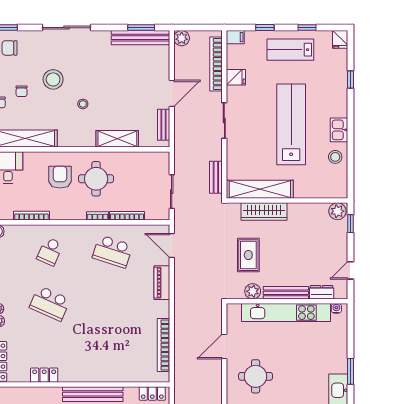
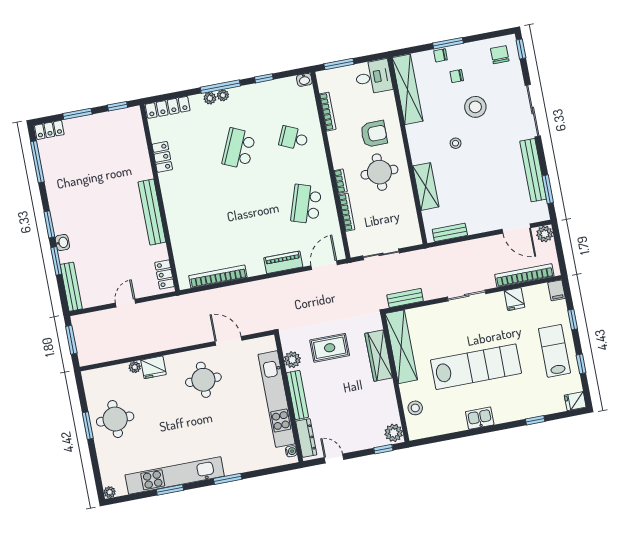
bench: (140, 38) -> (533, 170), moved
door: (172, 93) -> (516, 229), moved
stool: (335, 157) -> (415, 408), moved
dresser: (322, 292) -> (306, 438), width x1.44

